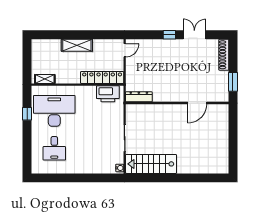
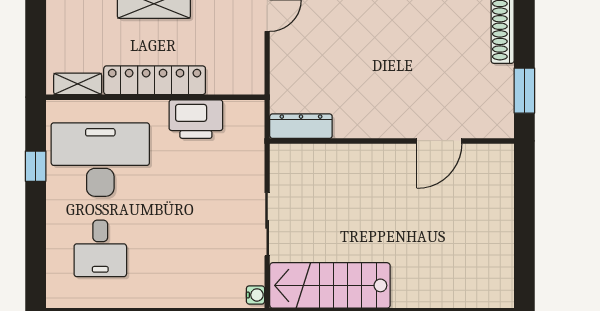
locker: (102, 77) -> (155, 80), moved
printer: (108, 94) -> (196, 119), moved

